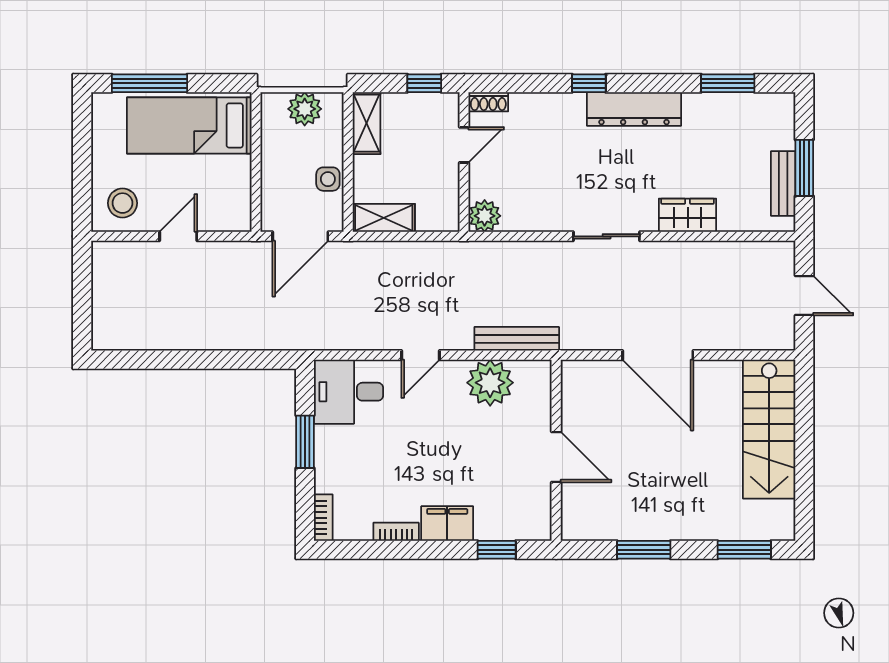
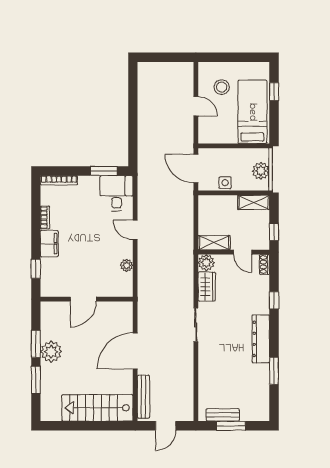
window: (149, 83) -> (274, 92), width x0.46
window: (589, 83) -> (274, 300), moved
window: (728, 83) -> (274, 371), moved
stool: (122, 203) -> (222, 87), moved
wardrobe: (688, 215) -> (207, 287), moved
shelving: (384, 218) -> (214, 243), moved, turned 90
bench: (517, 339) -> (144, 397), moved
plant: (490, 383) -> (127, 265), width x0.53, depth x0.53
window: (305, 442) -> (104, 171), moved
bookcase: (323, 518) -> (59, 180), width x1.56
plant: (659, 520) -> (51, 352), added
window: (744, 550) -> (36, 380), moved

